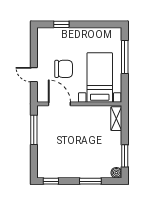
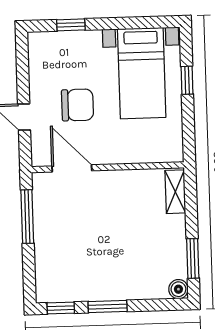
window: (125, 57) -> (187, 80), width x0.46
bed with nightstands: (100, 78) -> (142, 73), moved, turned 180
window: (90, 181) -> (108, 307), moved

